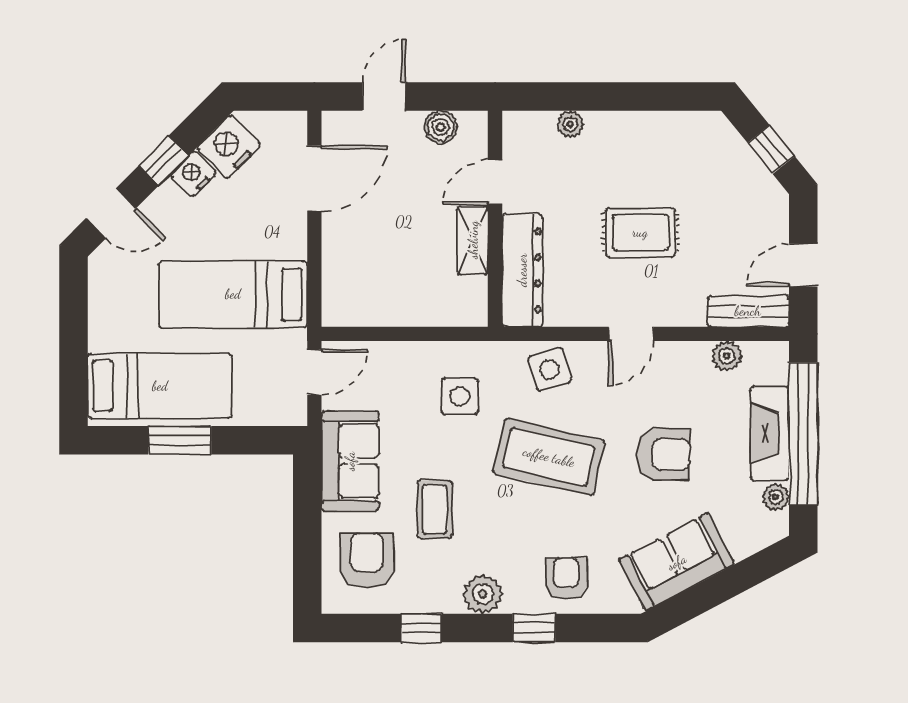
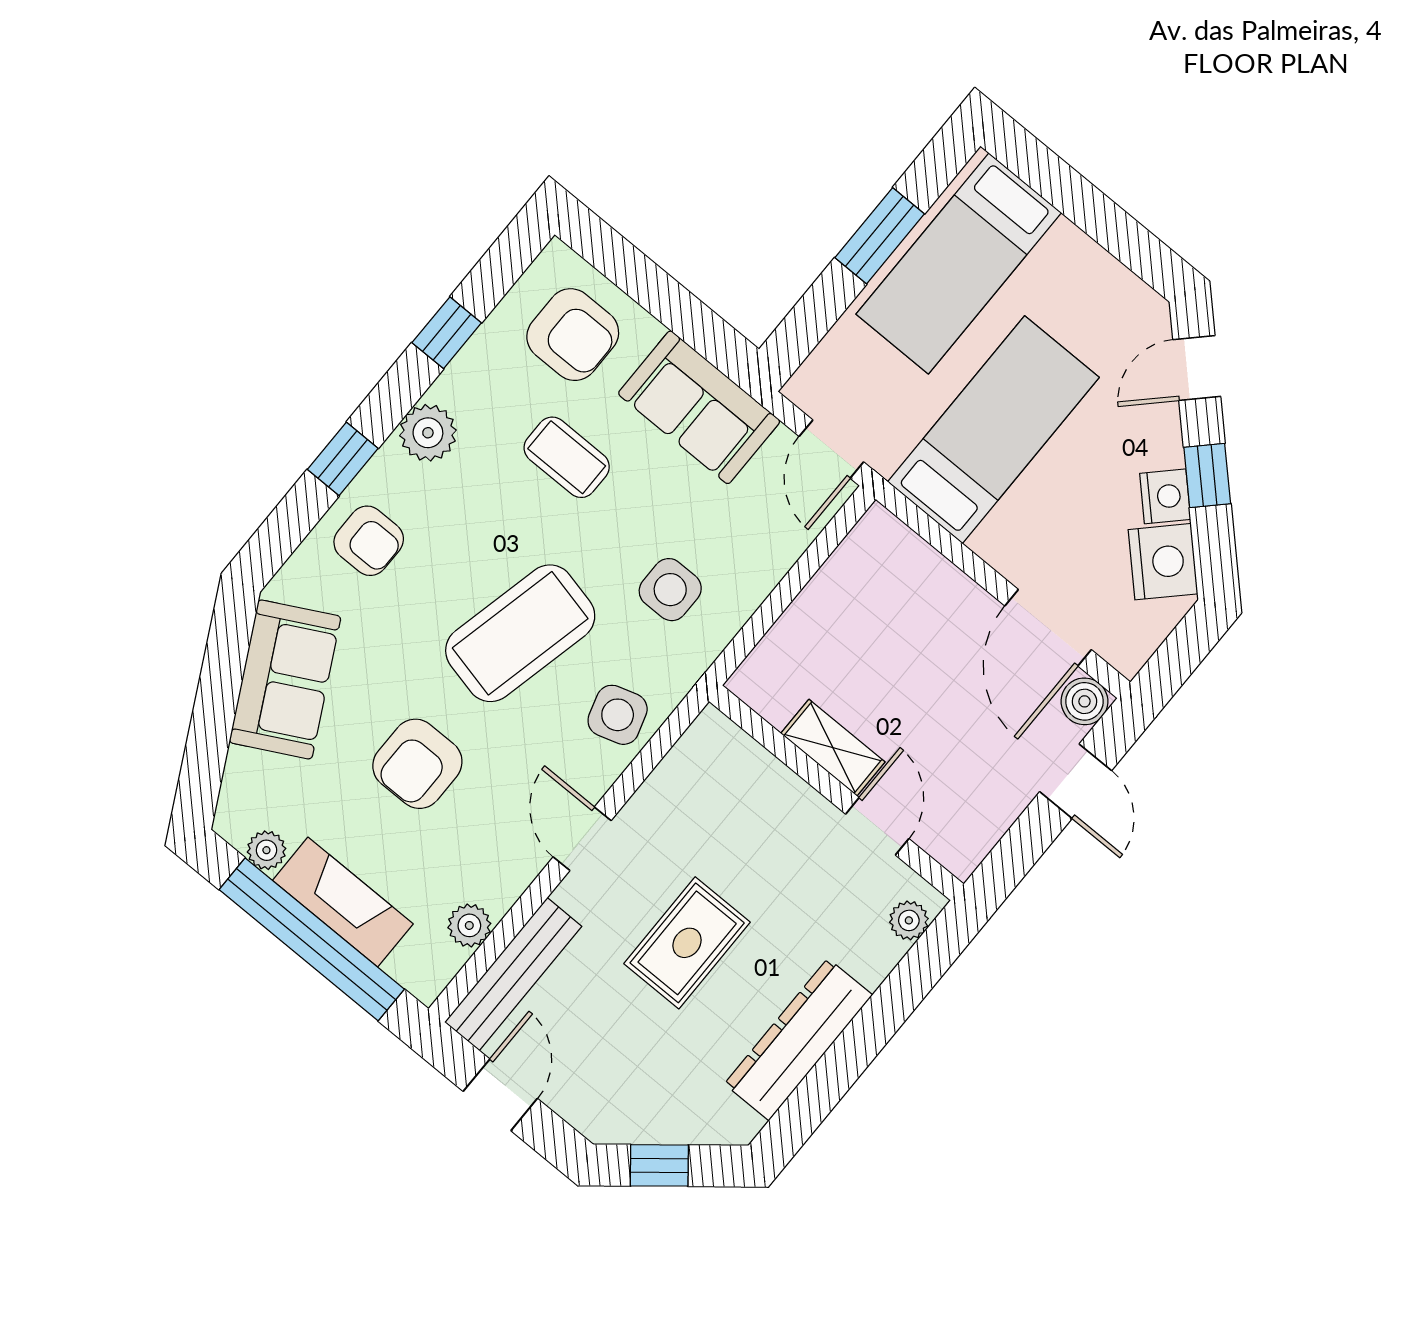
plant: (570, 124) -> (909, 920), moved
boiler: (441, 127) -> (1084, 701), moved
dresser: (522, 270) -> (798, 1039), moved, turned 90
bench: (748, 311) -> (513, 974), width x1.36

